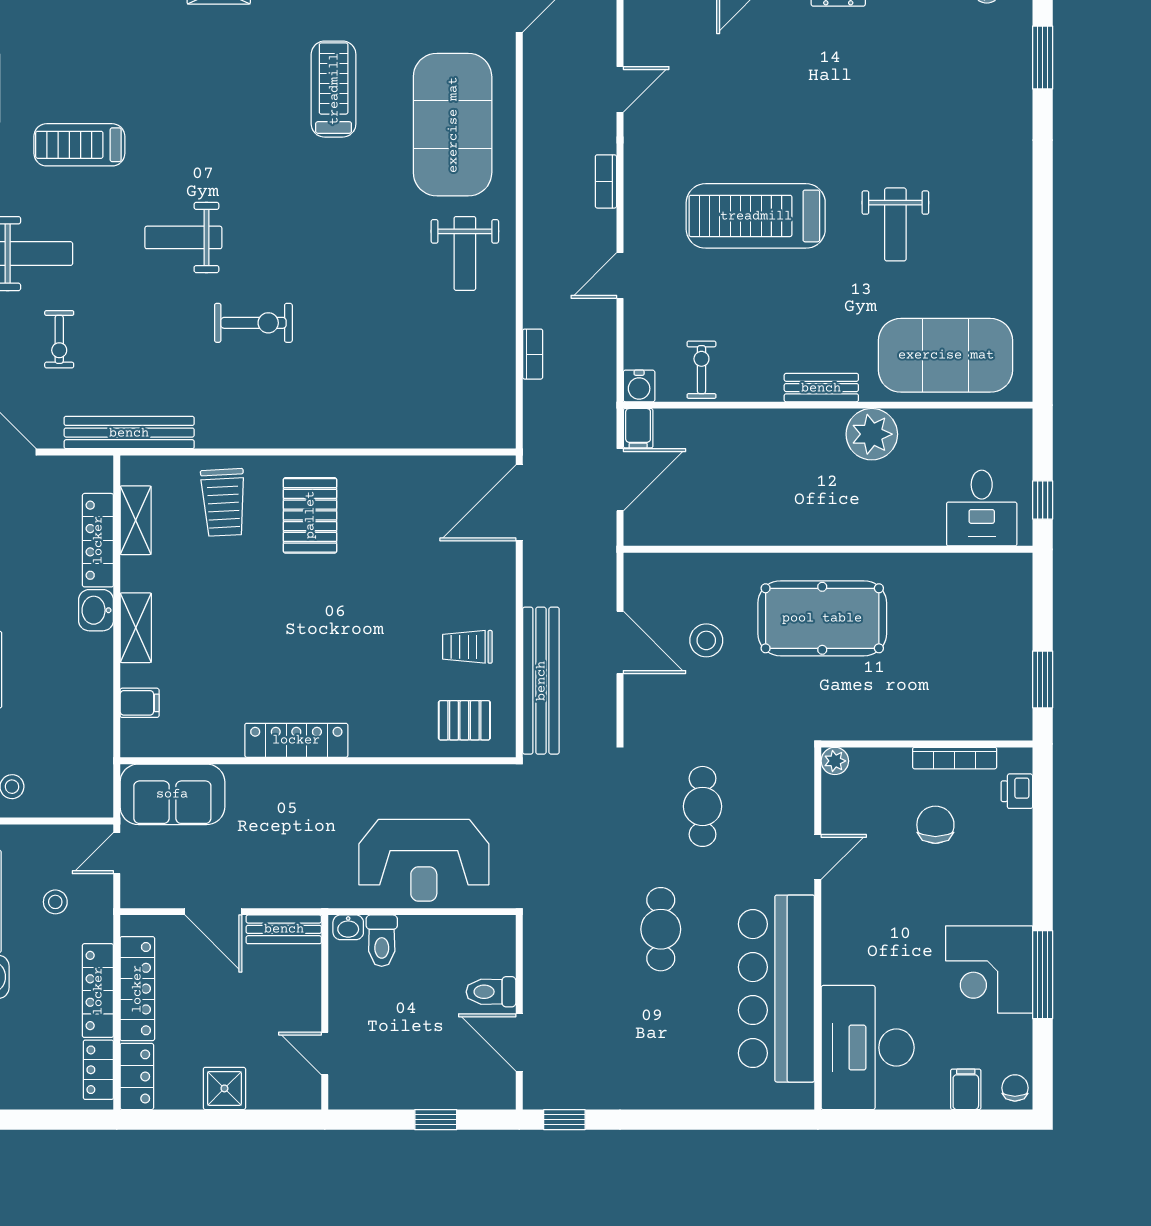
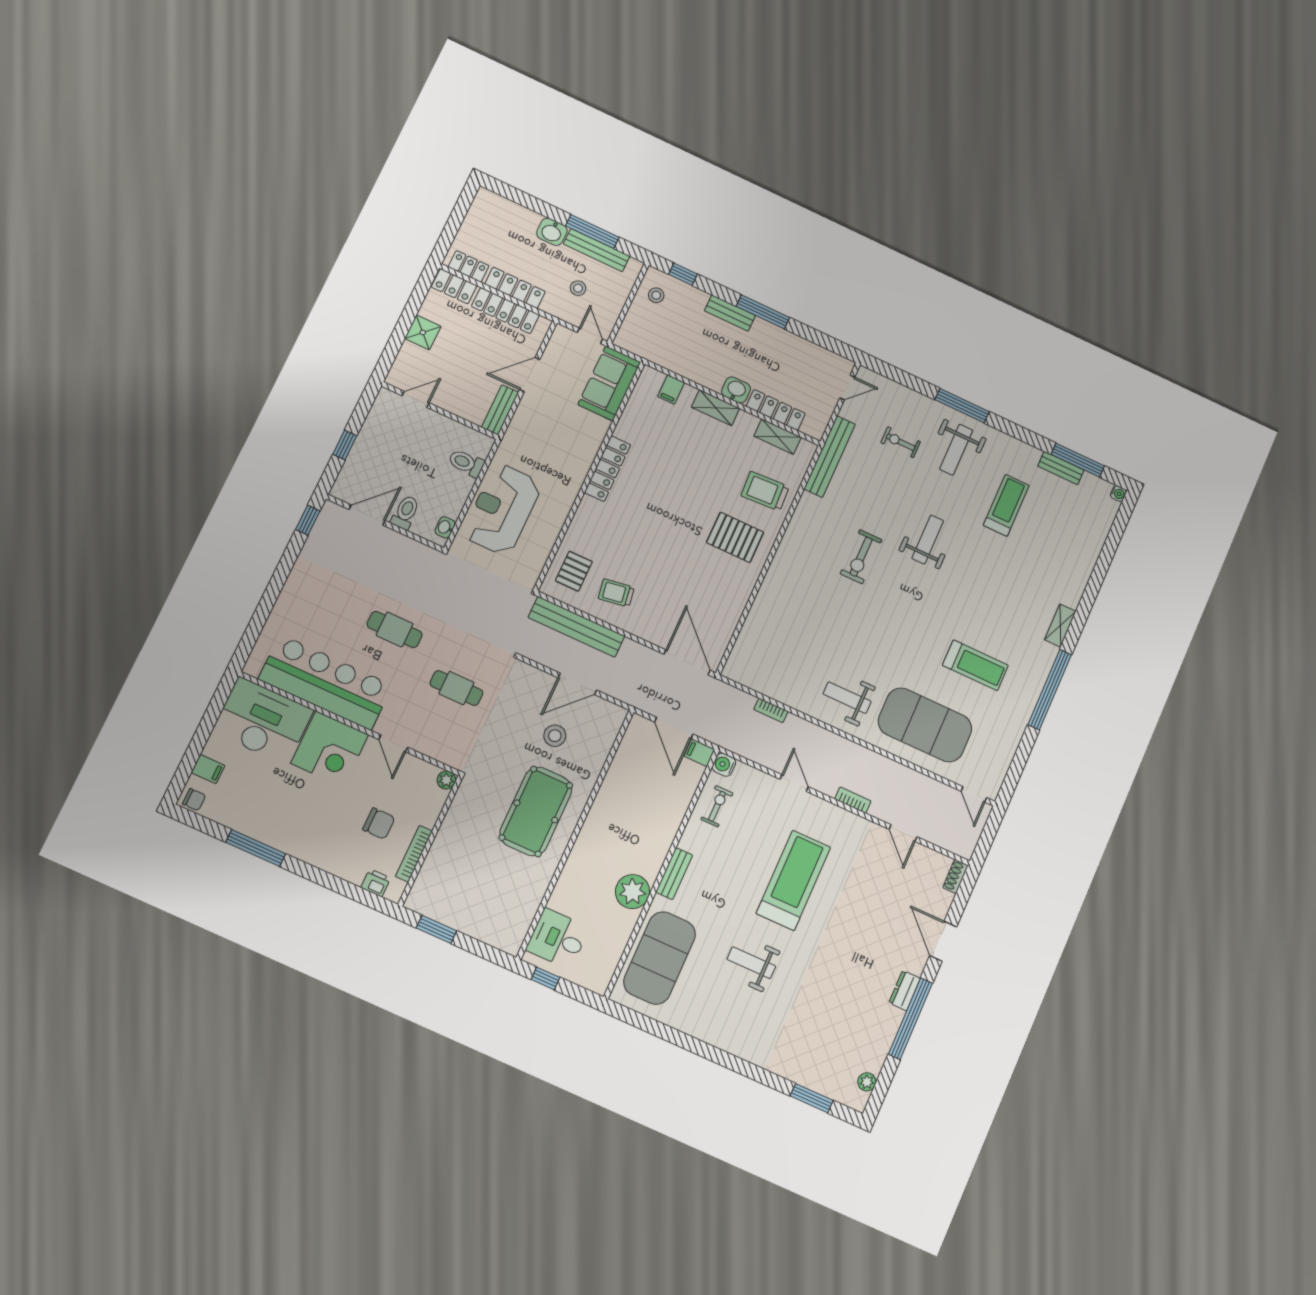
exercise bike: (701, 370) -> (717, 806), turned -90
trolley: (467, 647) -> (616, 593), turned -99
washbasin: (348, 927) -> (445, 527), moved
corner desk: (989, 970) -> (330, 749), moved, turned 180

